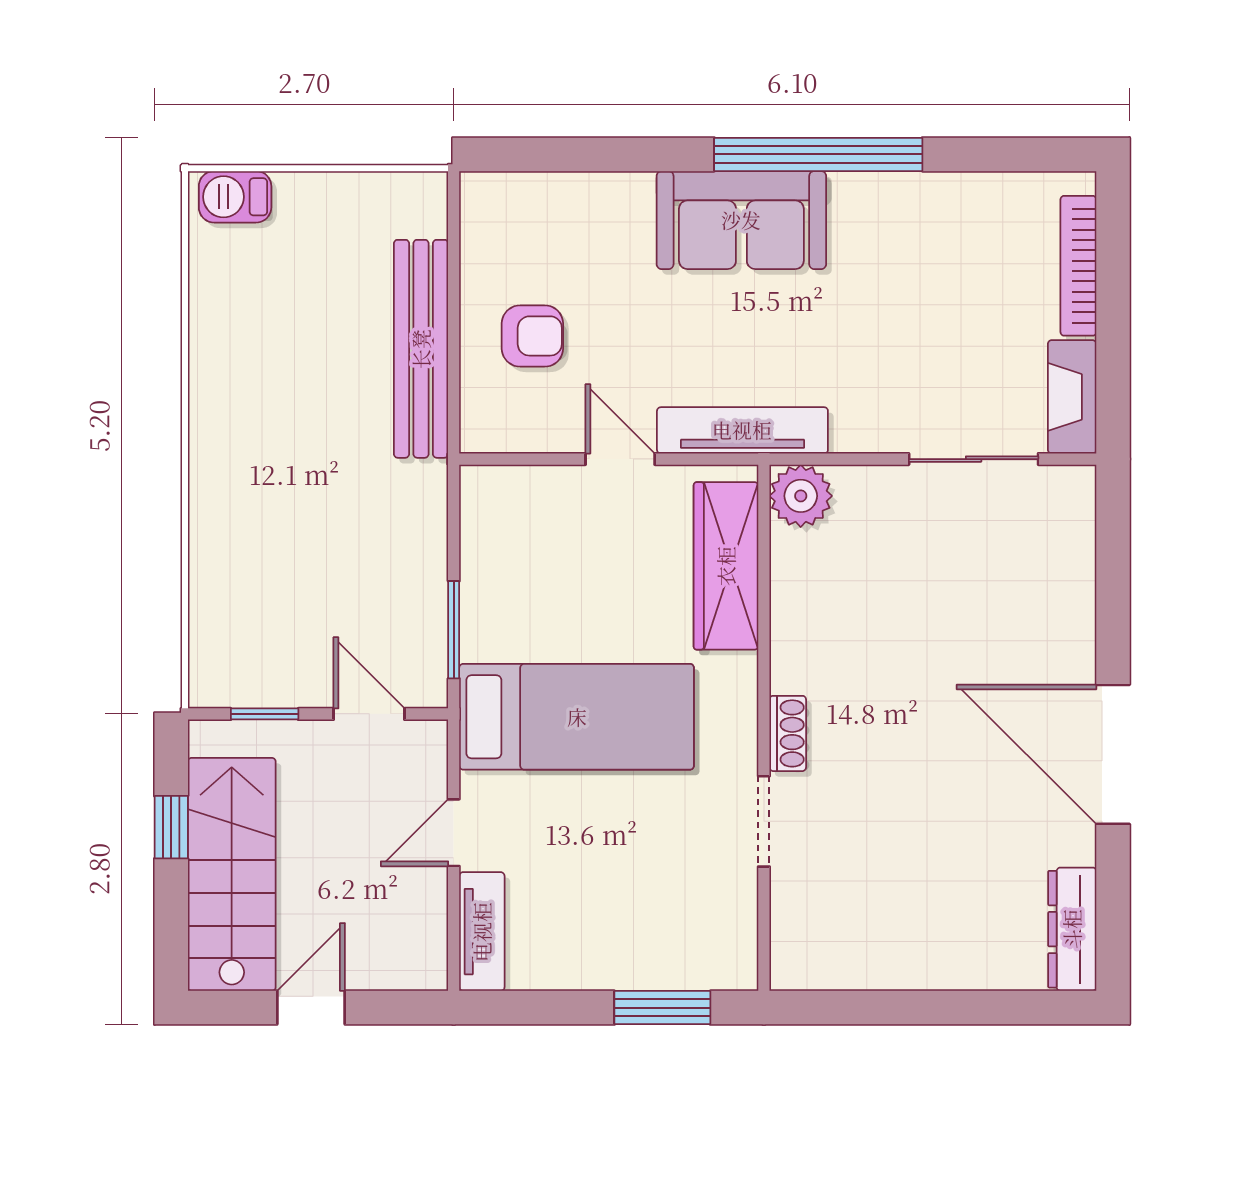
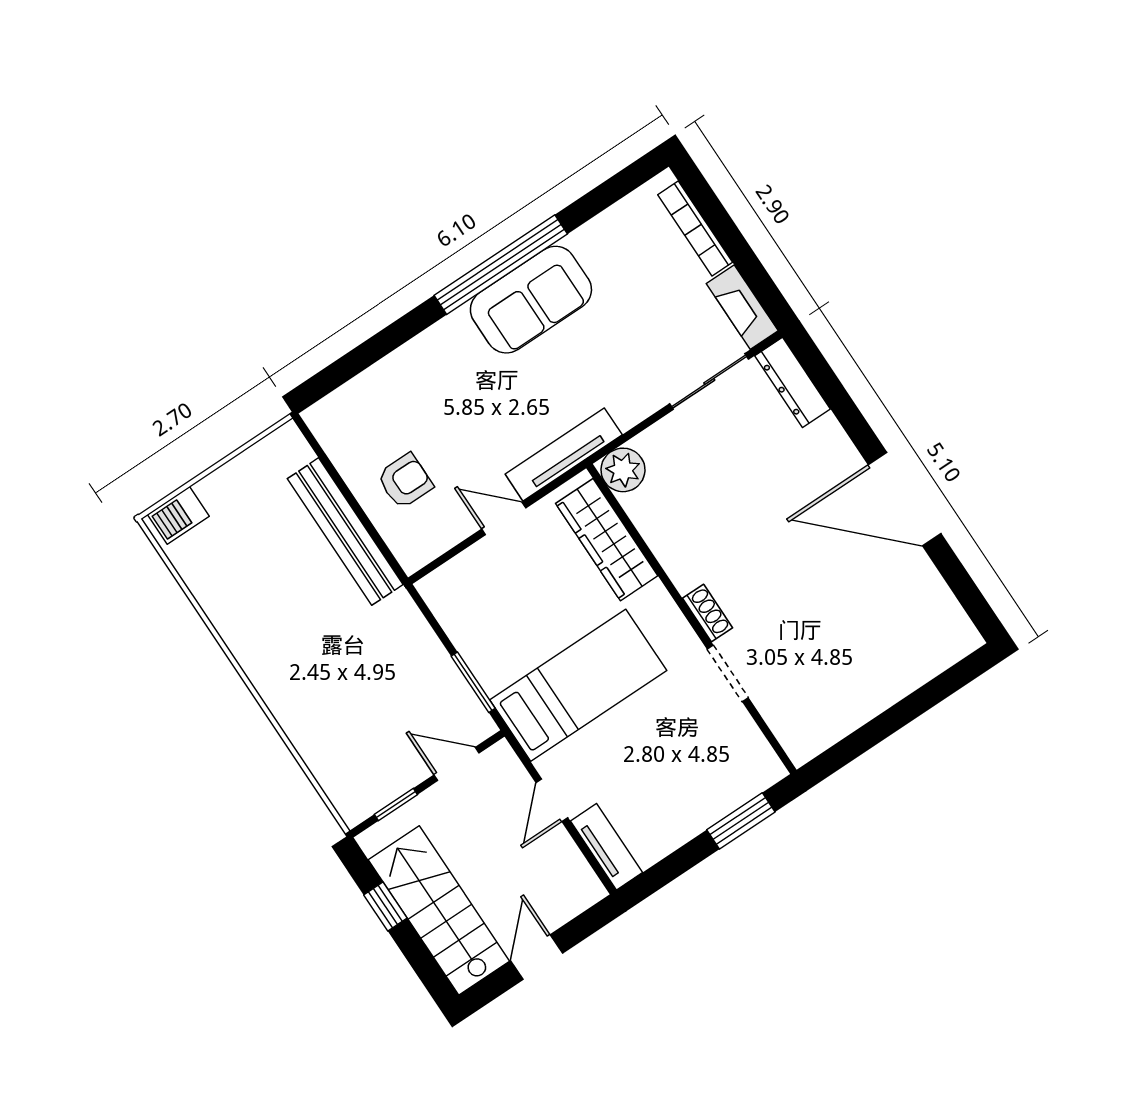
sofa: (741, 220) -> (531, 300), moved
dresser: (1072, 929) -> (793, 382), moved

